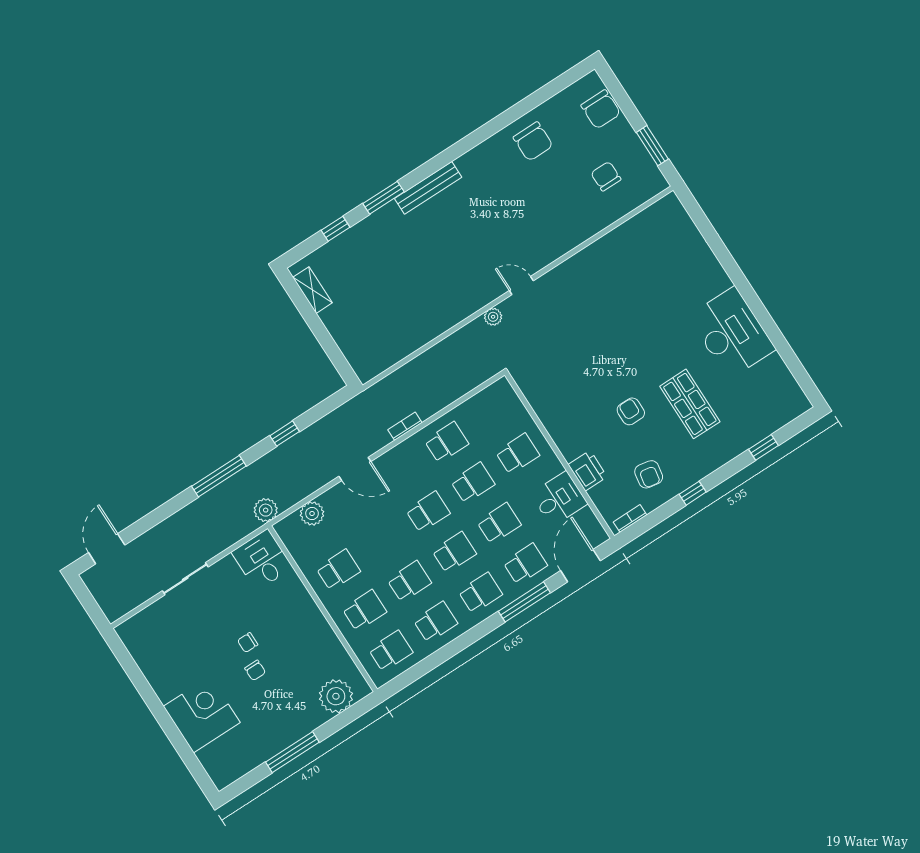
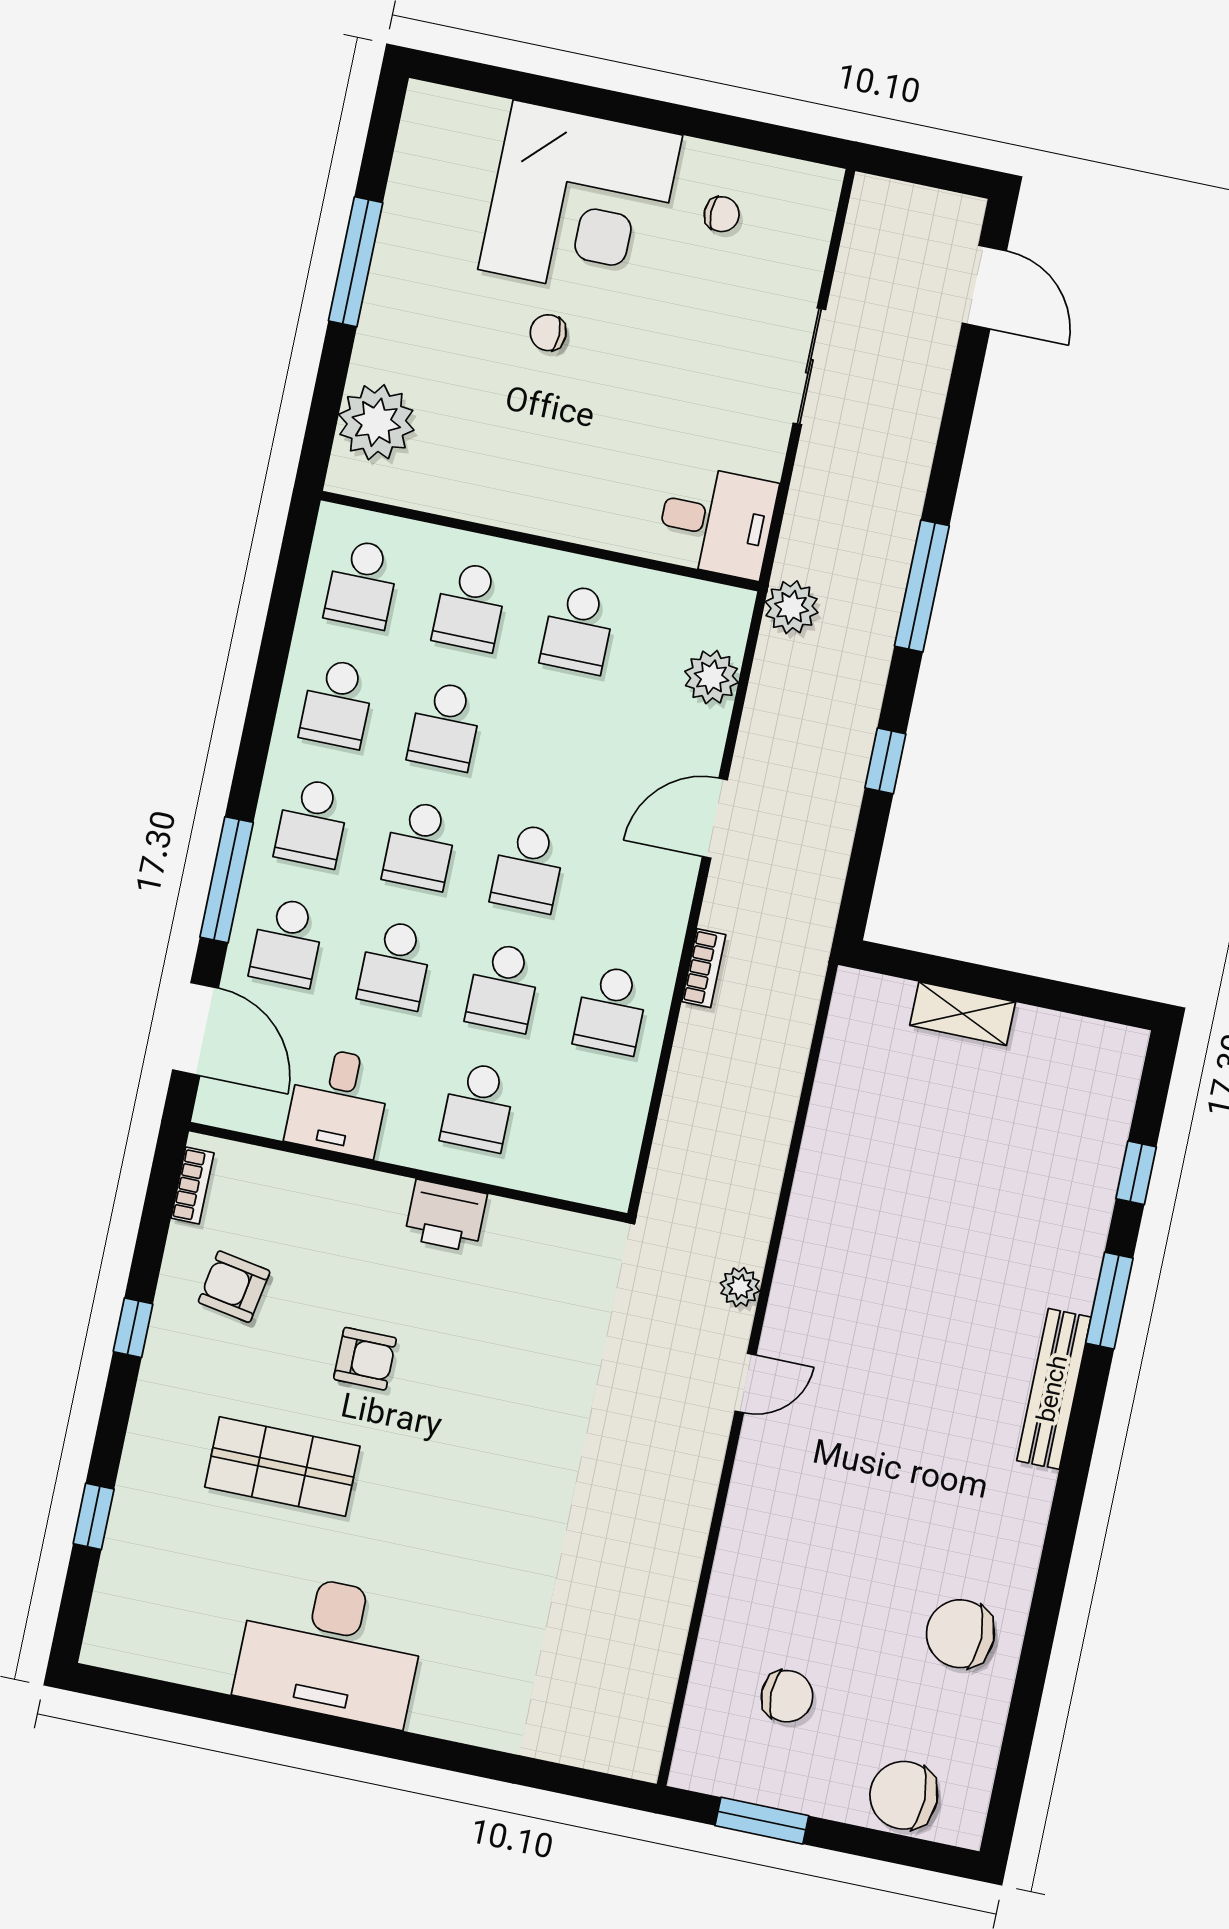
shelving: (312, 290) -> (963, 1014), moved
printer: (588, 471) -> (446, 1216), moved
chair: (248, 643) -> (722, 214), moved, turned 90
corner desk: (202, 714) -> (580, 202), width x1.36, depth x1.36

